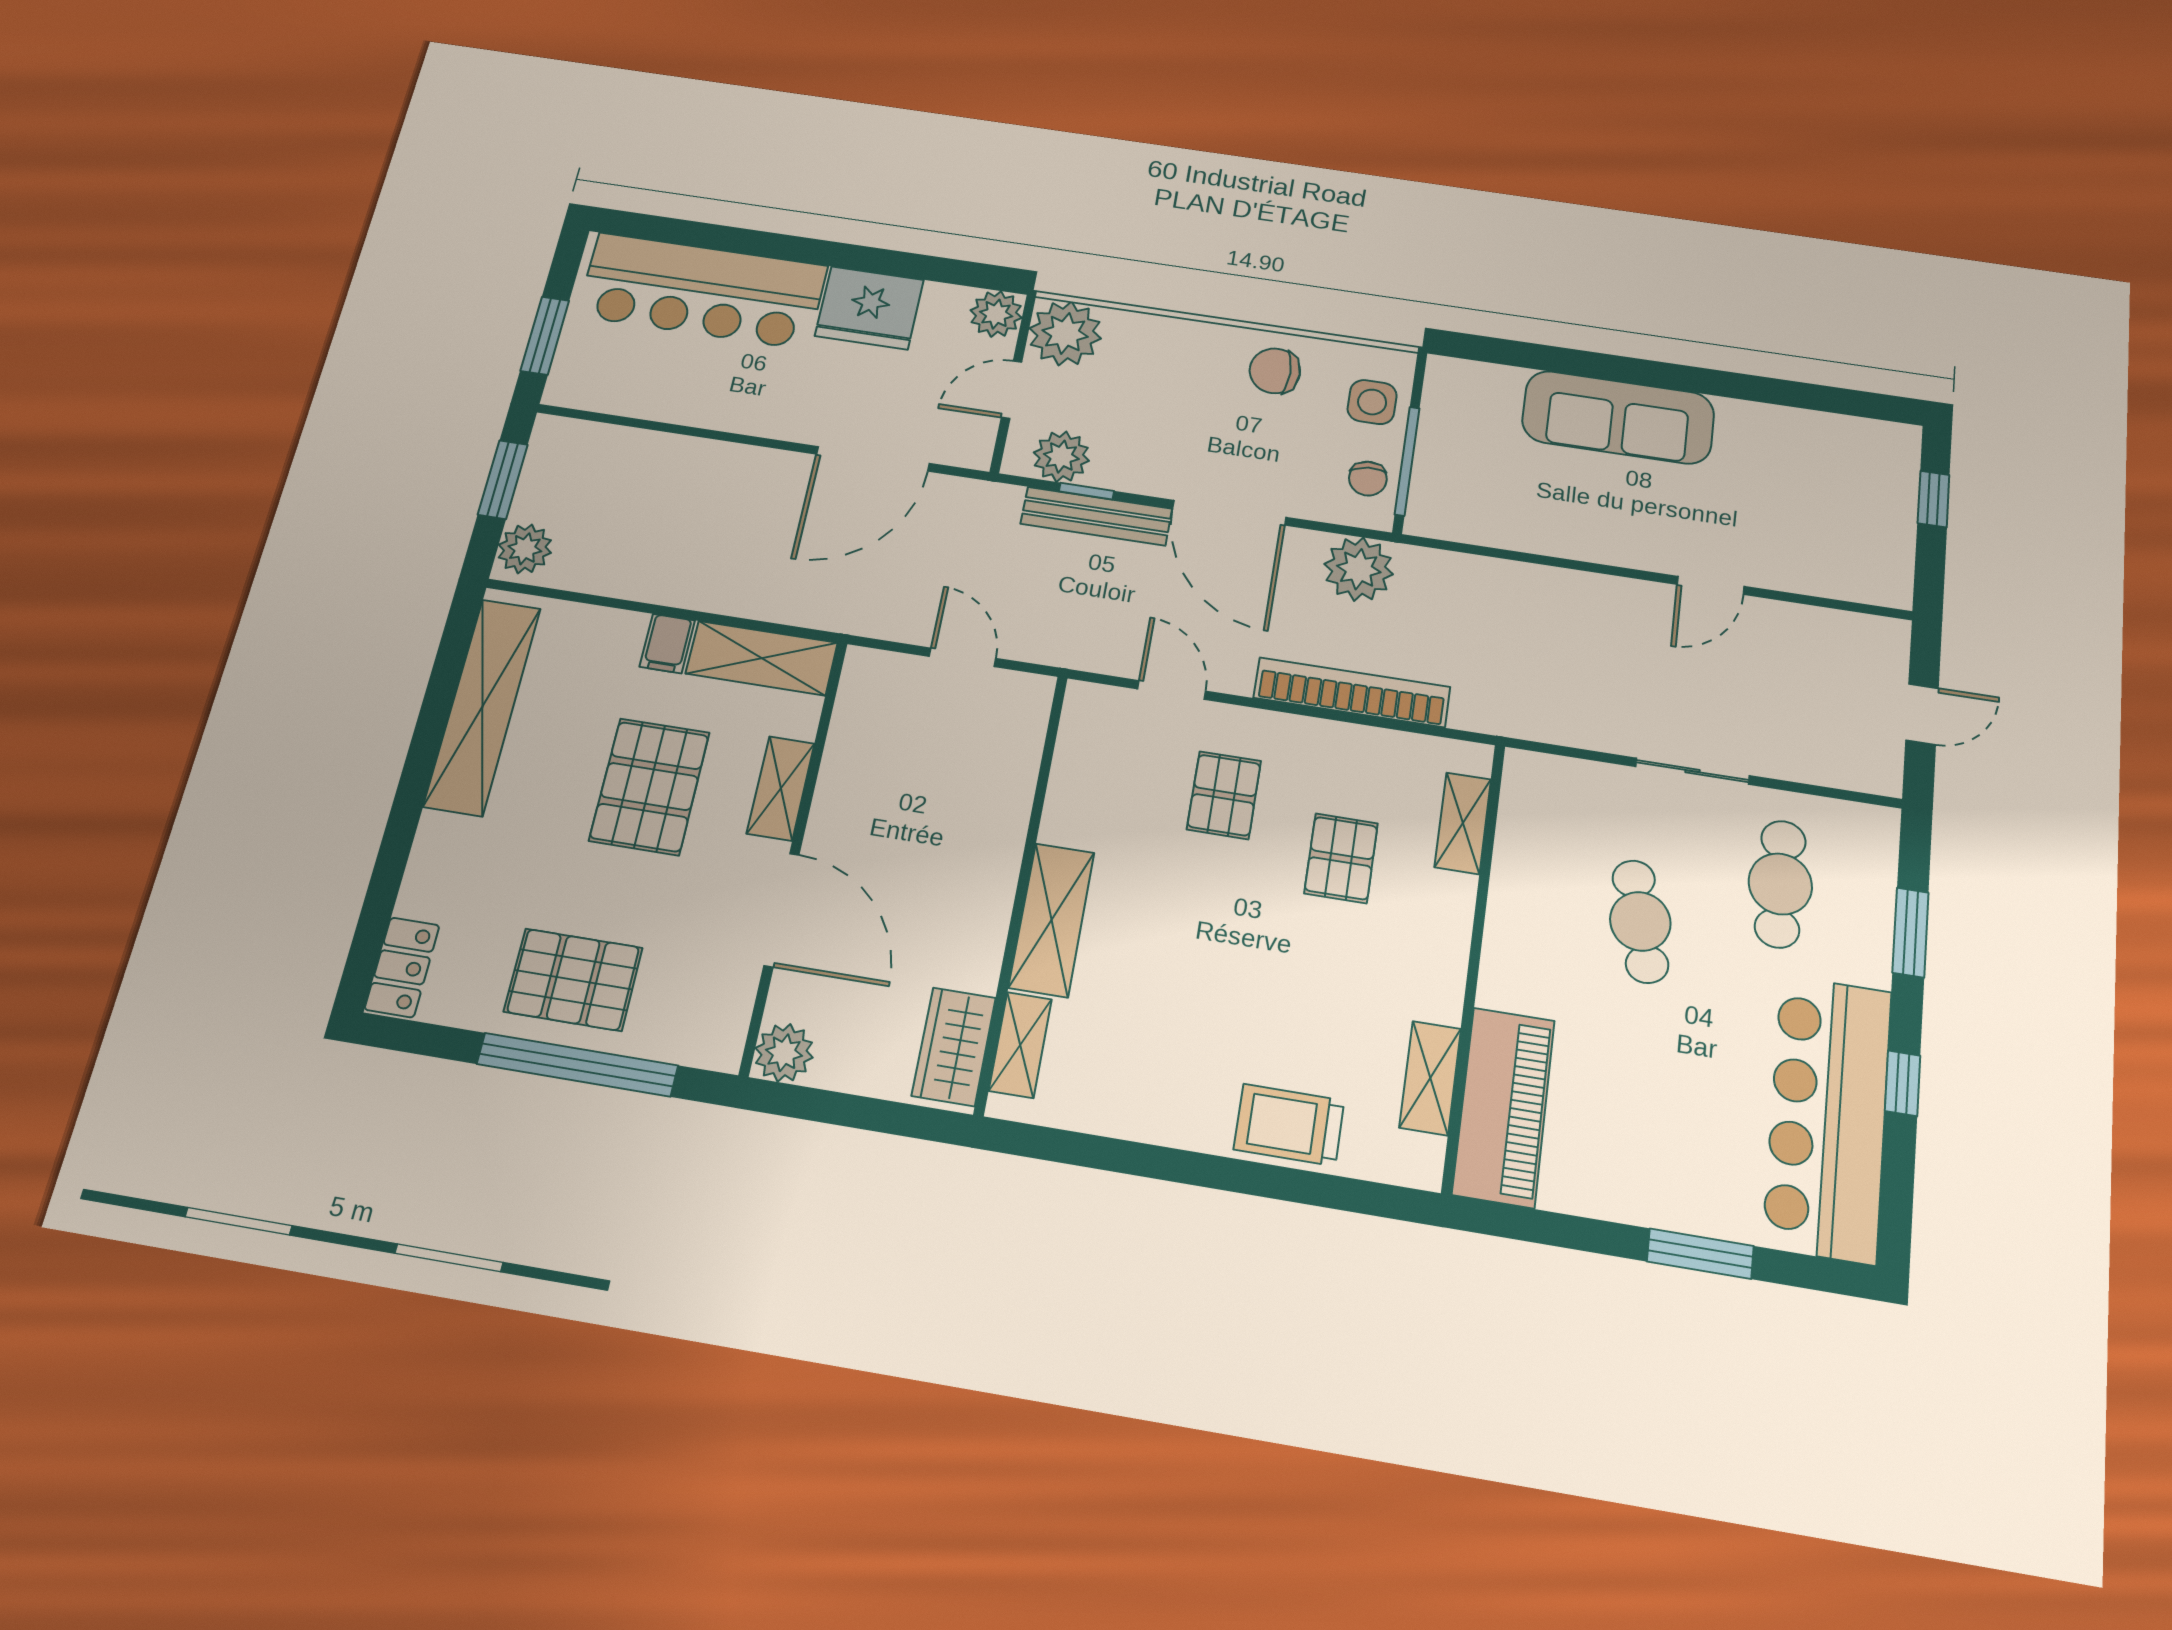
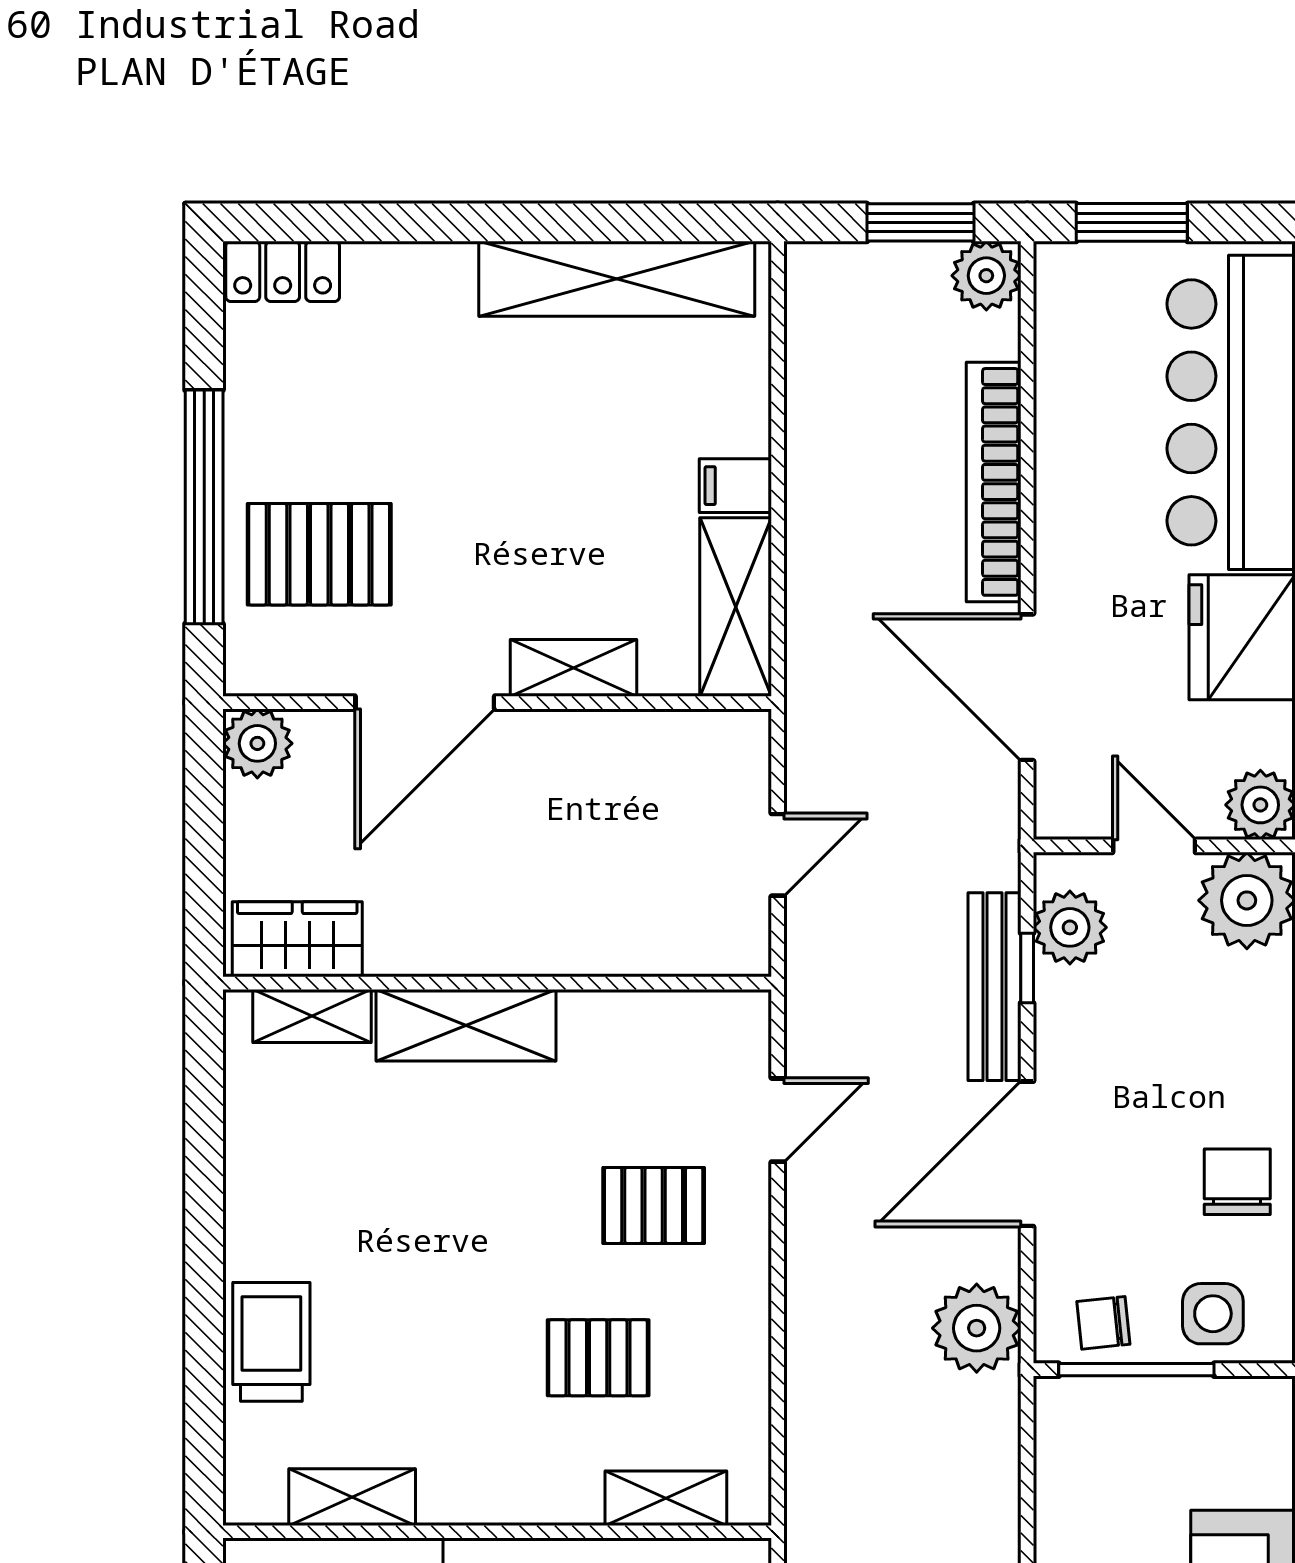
plant: (525, 549) -> (986, 276), moved
bookcase: (1352, 692) -> (994, 482), moved, turned 180
pallet: (649, 786) -> (550, 508), removed
pallet: (573, 980) -> (319, 554), moved, turned 90

